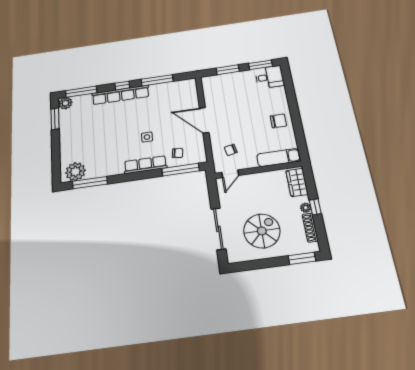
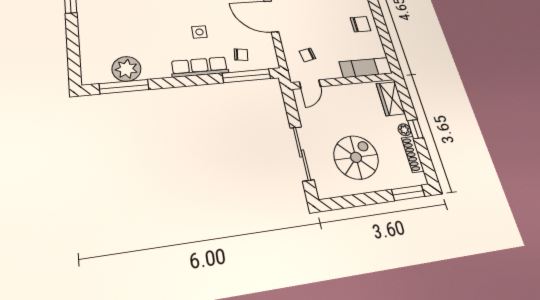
plant: (75, 172) -> (126, 69), moved

